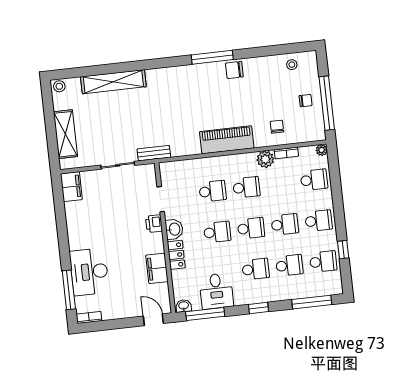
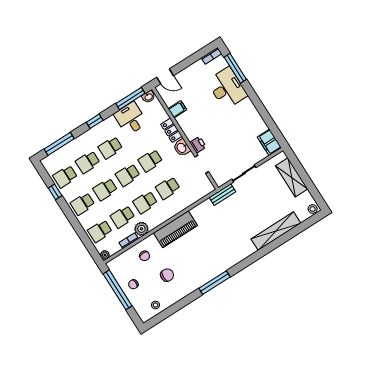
chair: (234, 70) -> (167, 275), moved
school desk: (280, 184) -> (123, 217), added
filing cabinet: (157, 268) -> (177, 109), width x0.50

